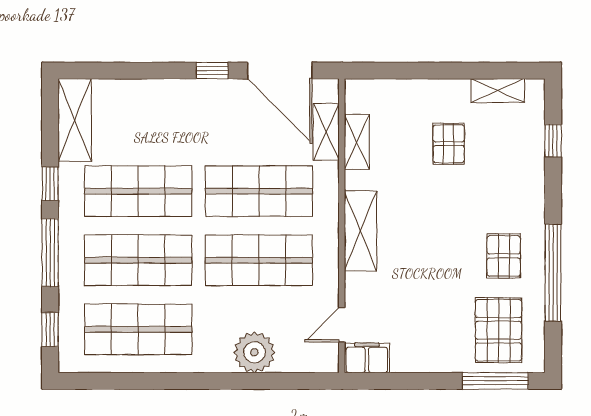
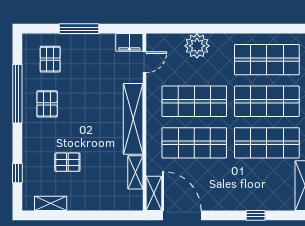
window: (212, 71) -> (256, 215), moved
shelving: (326, 132) -> (154, 193), moved
pallet: (449, 144) -> (67, 162), moved, turned 90
shelving: (360, 231) -> (133, 119), width x1.47
pallet: (498, 330) -> (50, 59), width x0.67, depth x0.71
window: (495, 381) -> (79, 29), moved

